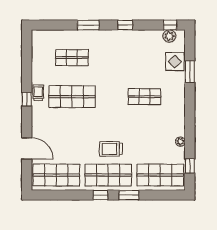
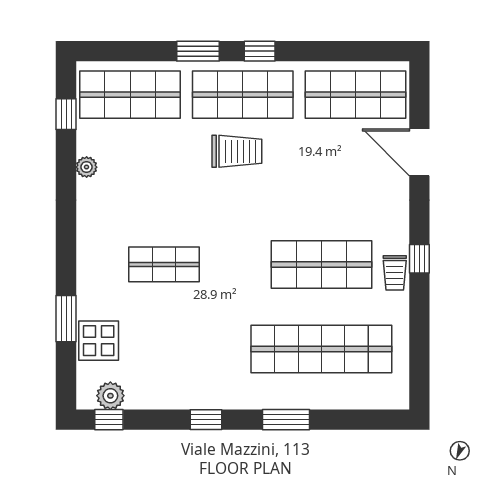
shop shelf: (72, 58) -> (321, 349), width x2.00, depth x1.36

